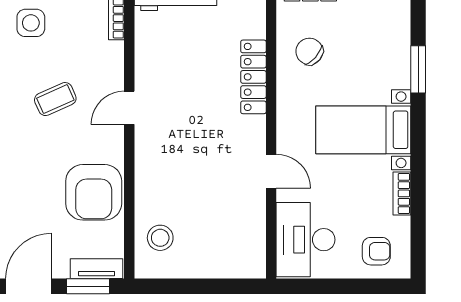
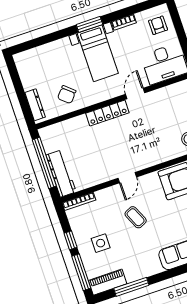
window: (418, 69) -> (89, 24), moved
locker: (253, 77) -> (107, 113), moved
door: (129, 108) -> (127, 178), hinge flipped

